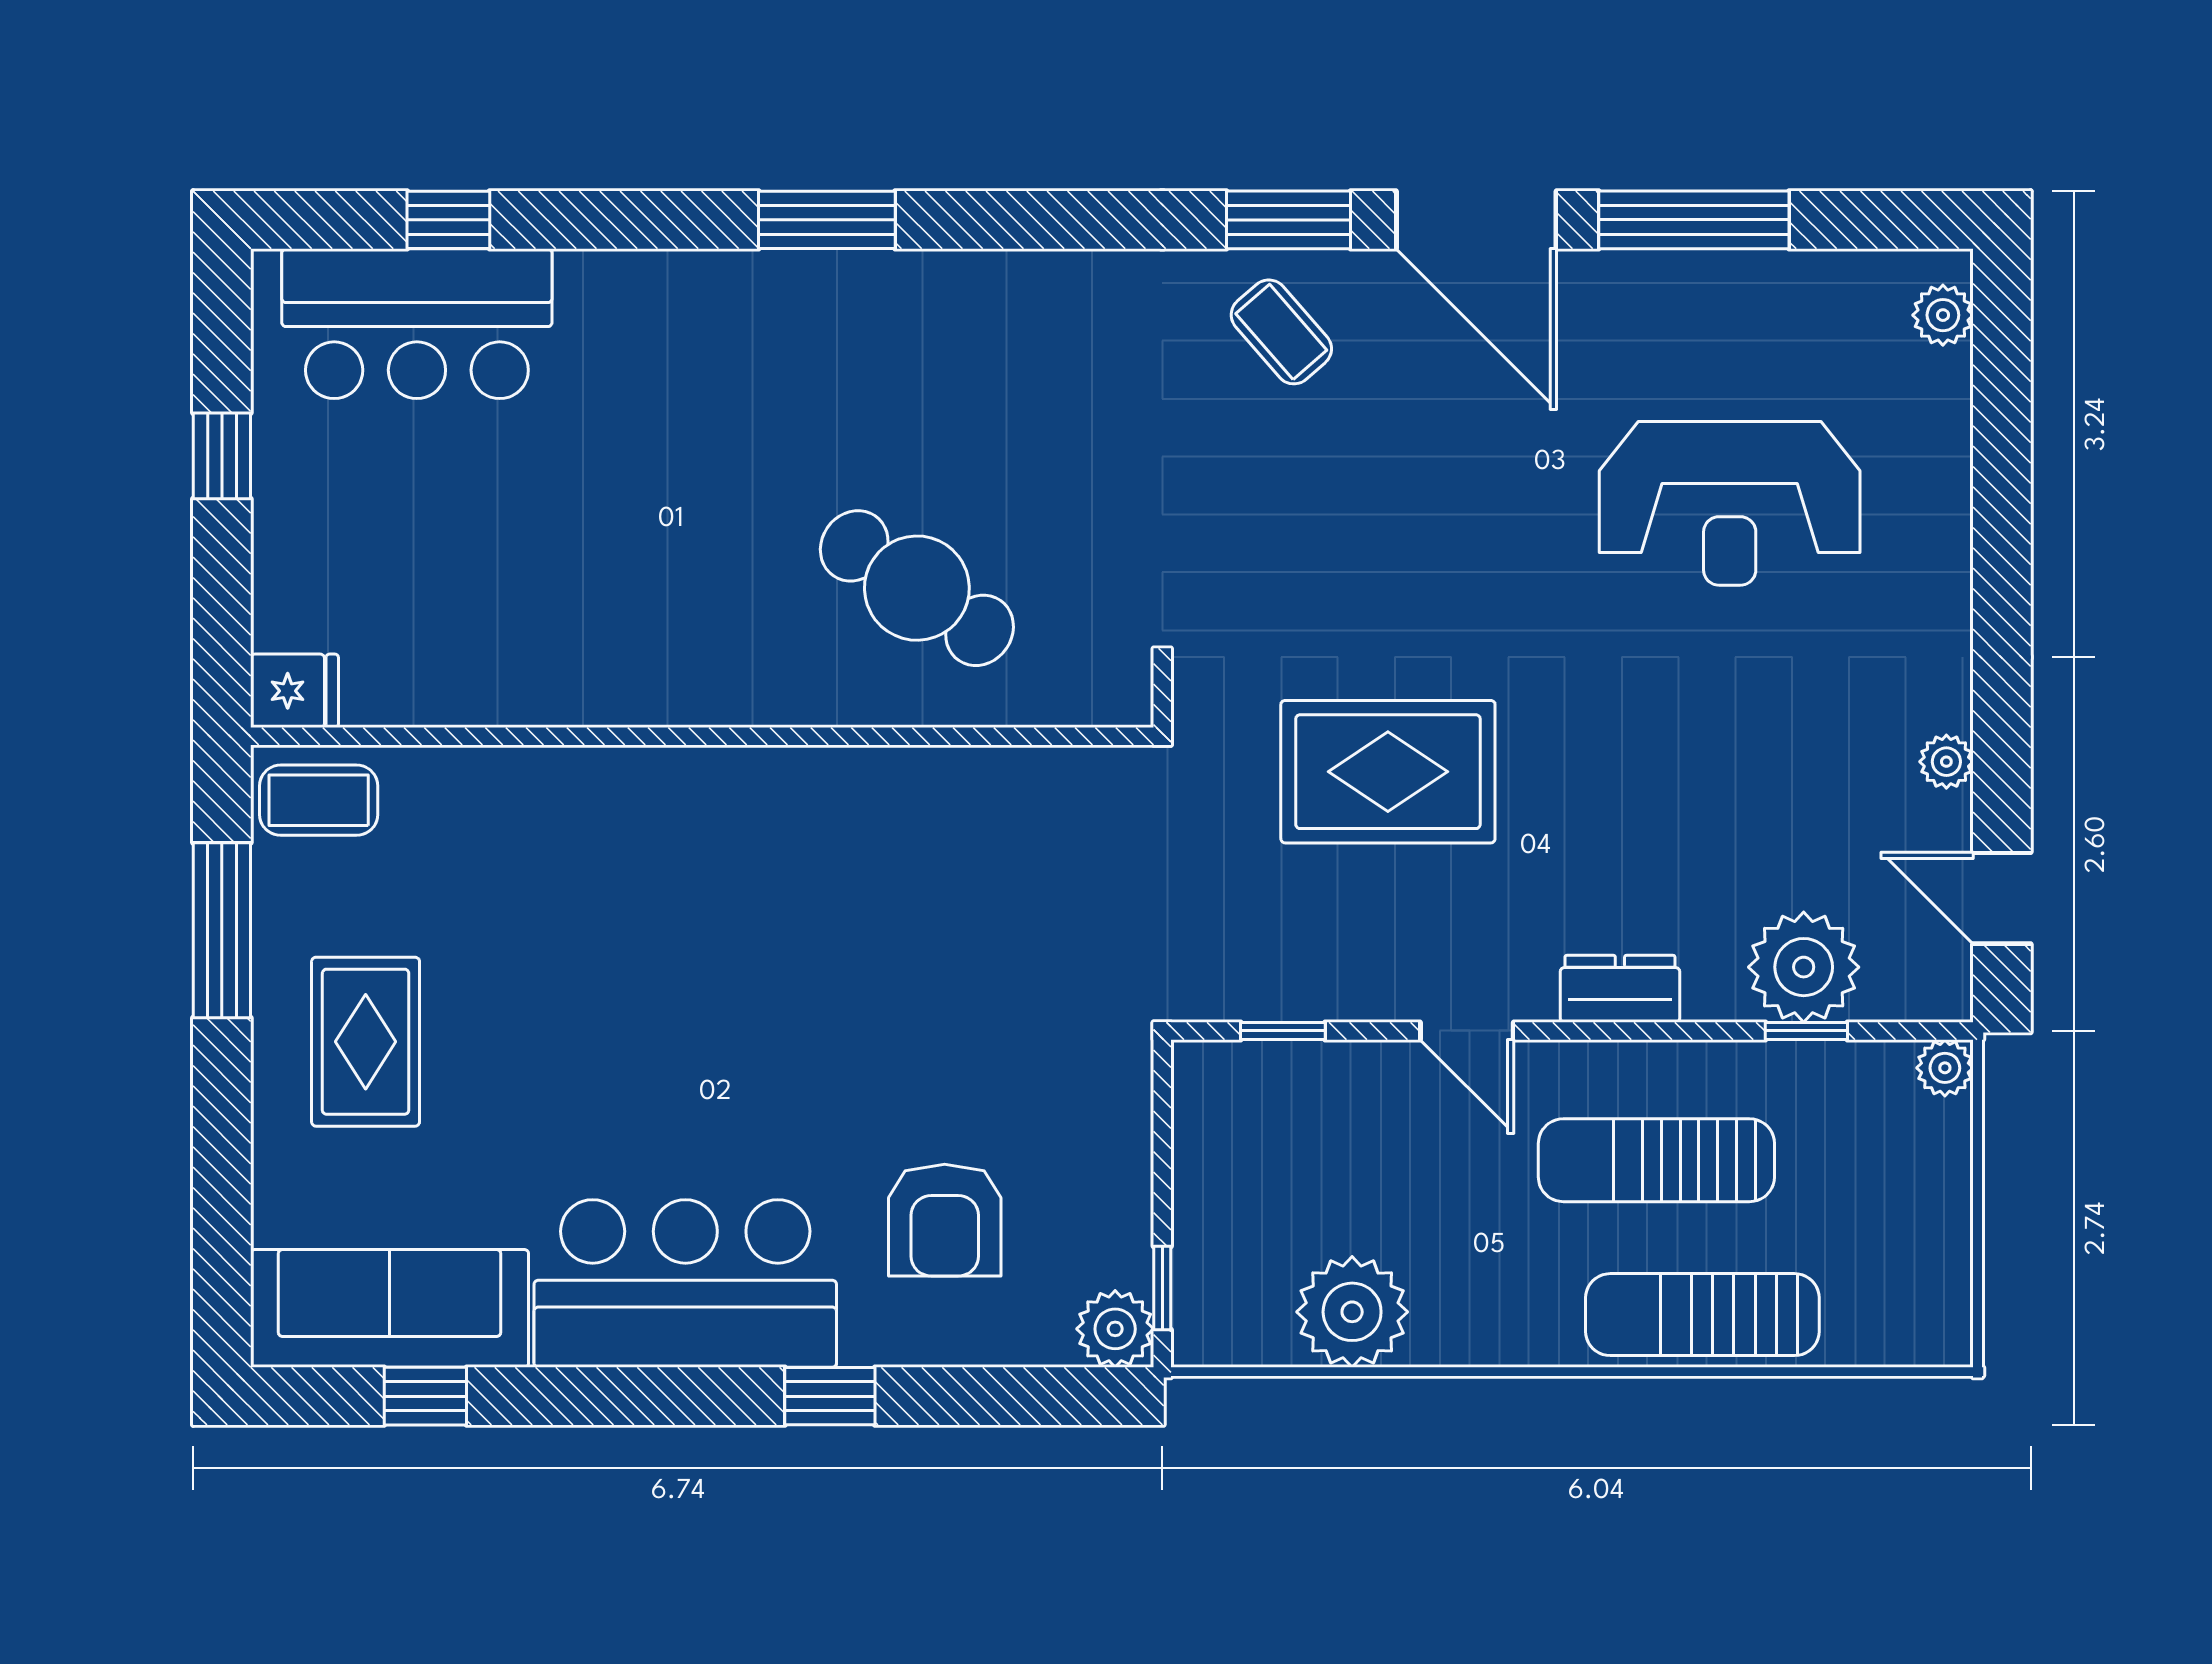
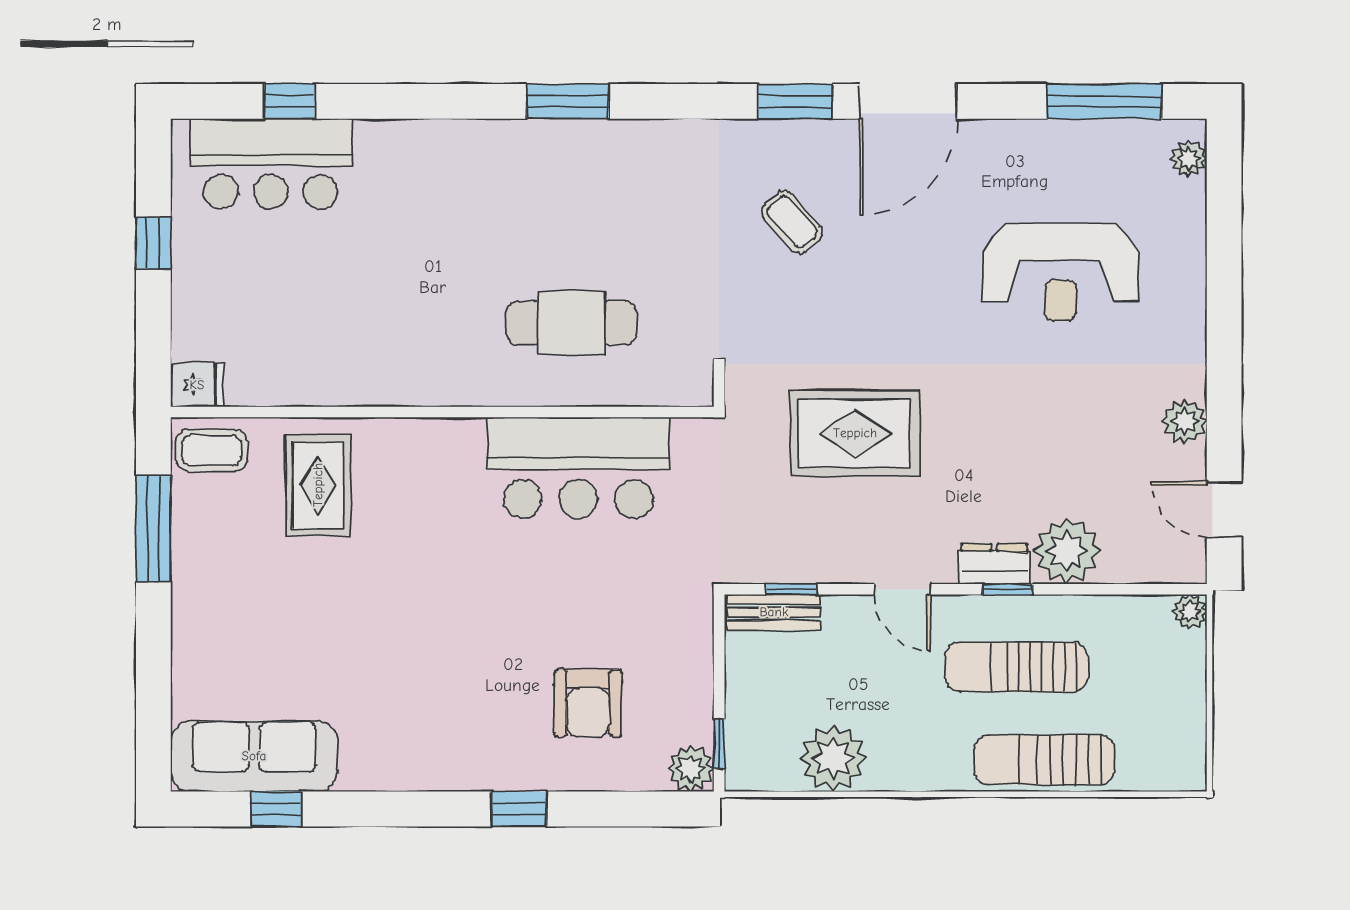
window: (827, 220) -> (568, 101), moved
door: (1476, 220) -> (908, 101), hinge flipped
window: (1694, 220) -> (1104, 101), moved
coffee table: (1281, 332) -> (792, 222), moved
cafe table: (917, 588) -> (571, 323), turned -34
plant: (1946, 762) -> (1185, 421), width x1.38, depth x1.38
plant: (1804, 967) -> (1067, 551), moved
window: (1806, 1031) -> (1007, 589), moved
rug: (366, 1042) -> (318, 485), moved
bench: (1253, 1069) -> (774, 612), added
bar counter: (685, 1283) -> (578, 468), moved, turned 180

